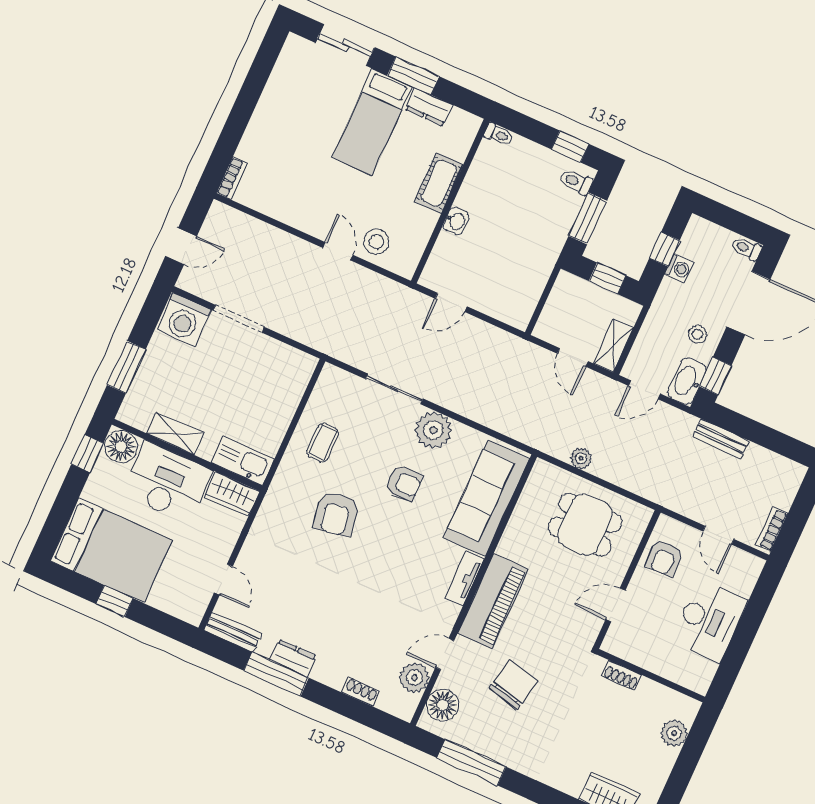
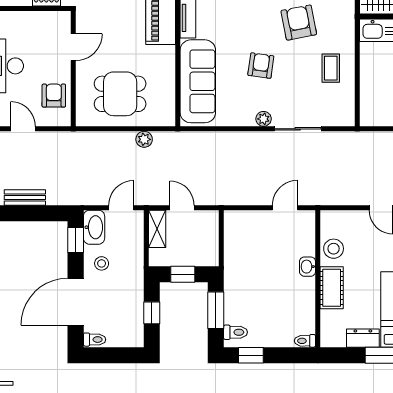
stool: (376, 242) -> (334, 249), moved
washing machine: (679, 268) -> (135, 304), removed
plant: (433, 430) -> (264, 119), width x0.53, depth x0.53
bench: (721, 439) -> (25, 197), moved
armchair: (404, 483) -> (261, 66), turned 98

